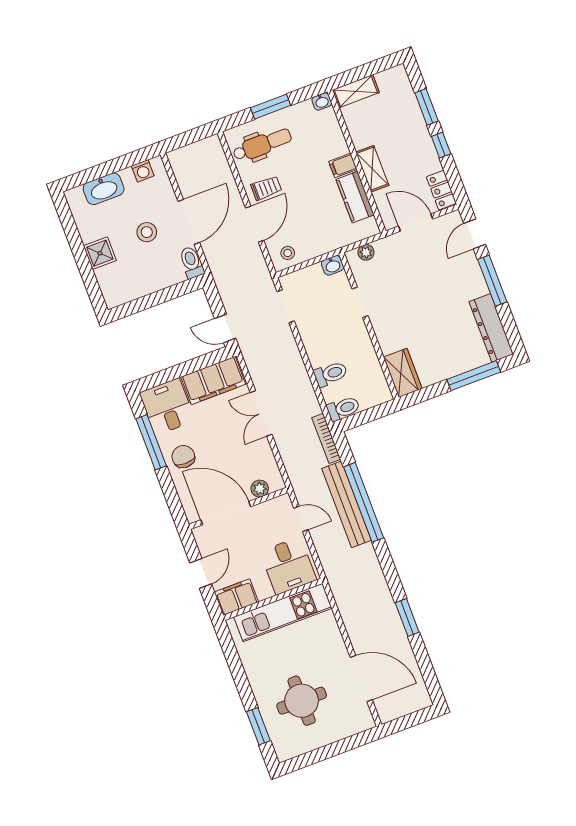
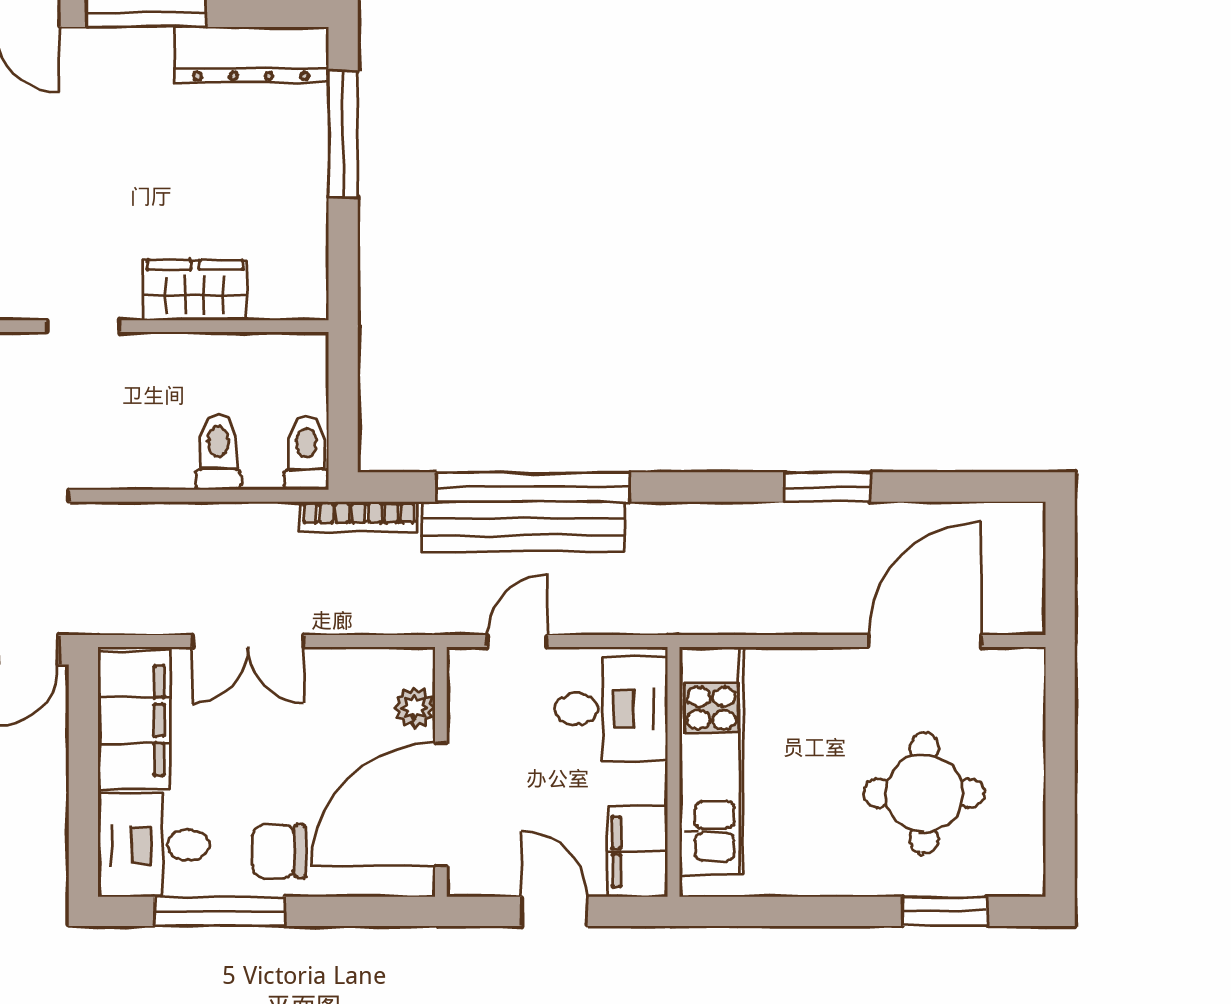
wardrobe: (403, 373) -> (195, 290), moved

